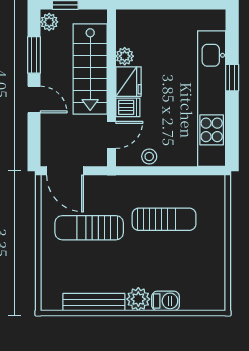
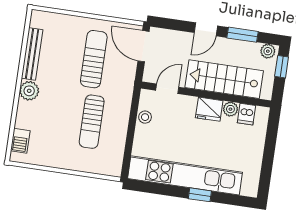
dishwasher: (128, 107) -> (246, 114), moved
door: (112, 135) -> (167, 89), swing flipped
door: (65, 171) -> (144, 46), hinge flipped
barbecue: (166, 301) -> (20, 141), moved

